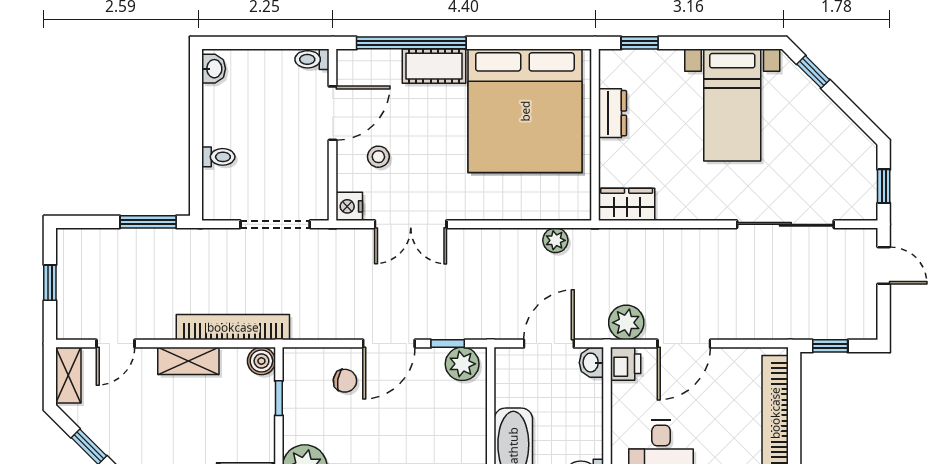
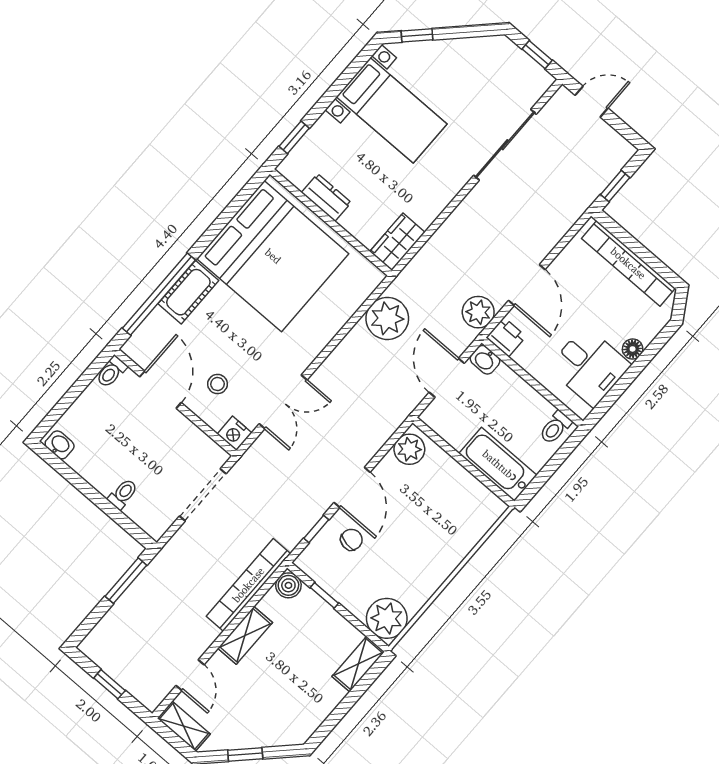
plant: (555, 240) -> (387, 318), width x1.88, depth x1.88
window: (448, 344) -> (316, 529), moved

